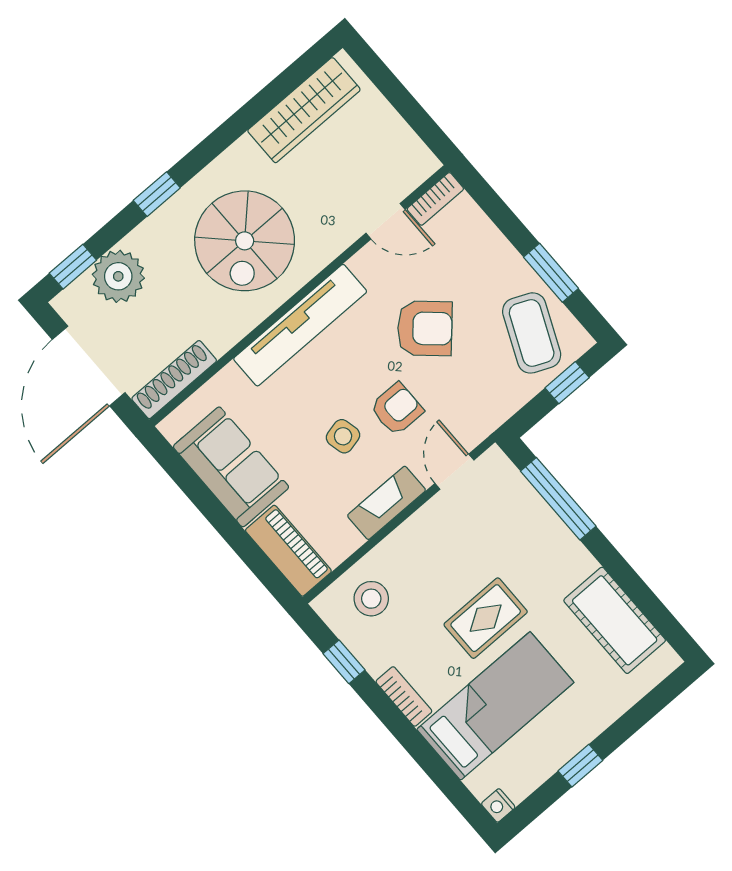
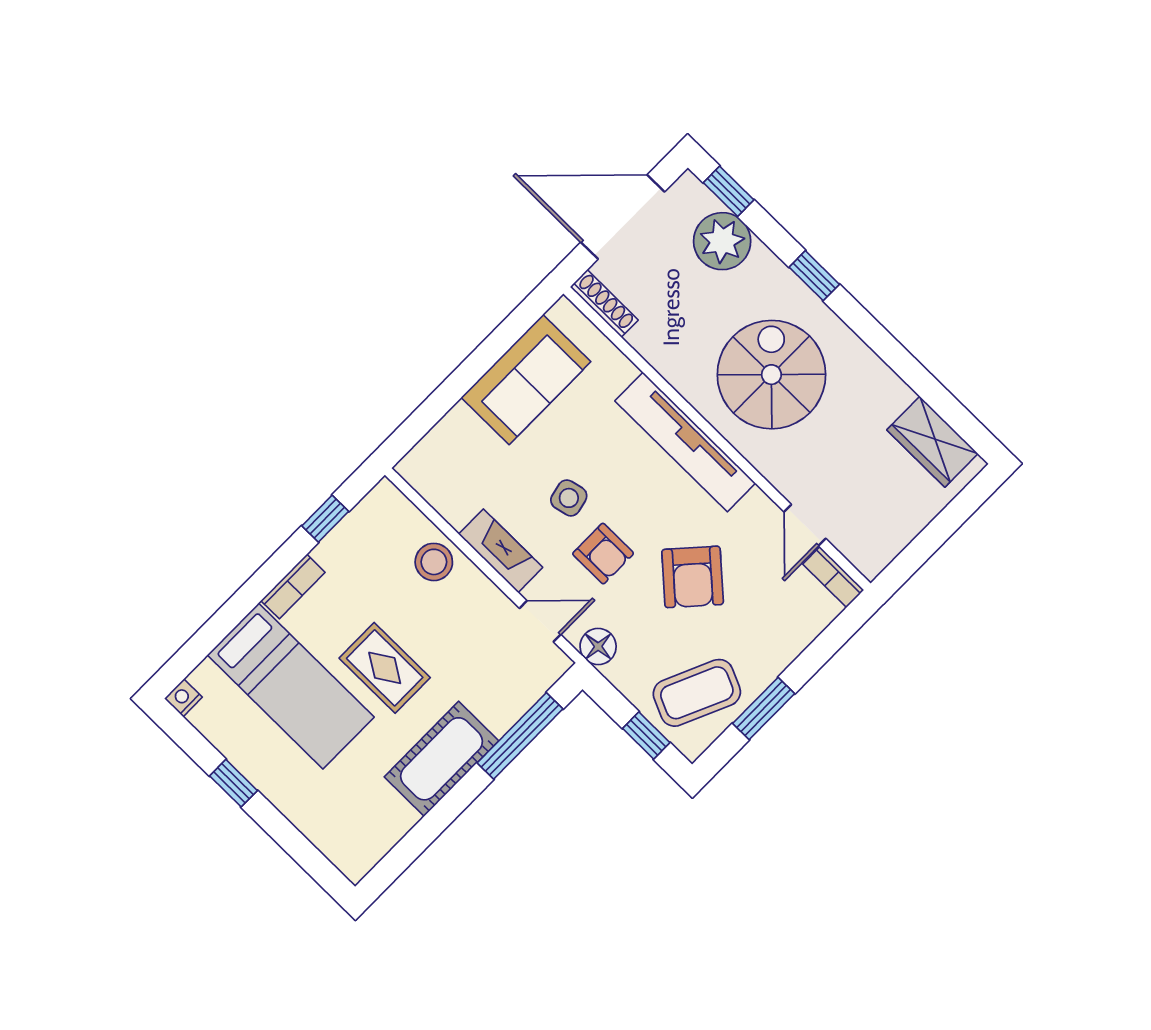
wardrobe: (304, 110) -> (932, 442), width x0.67
spiral stairs: (245, 241) -> (771, 375), turned 90
shoe rack: (174, 380) -> (604, 303), width x0.74, depth x0.81
floor lamp: (482, 420) -> (598, 647), added
piano: (288, 551) -> (440, 449), removed
stool: (371, 599) -> (434, 562), moved
cot: (615, 620) -> (442, 759), moved

